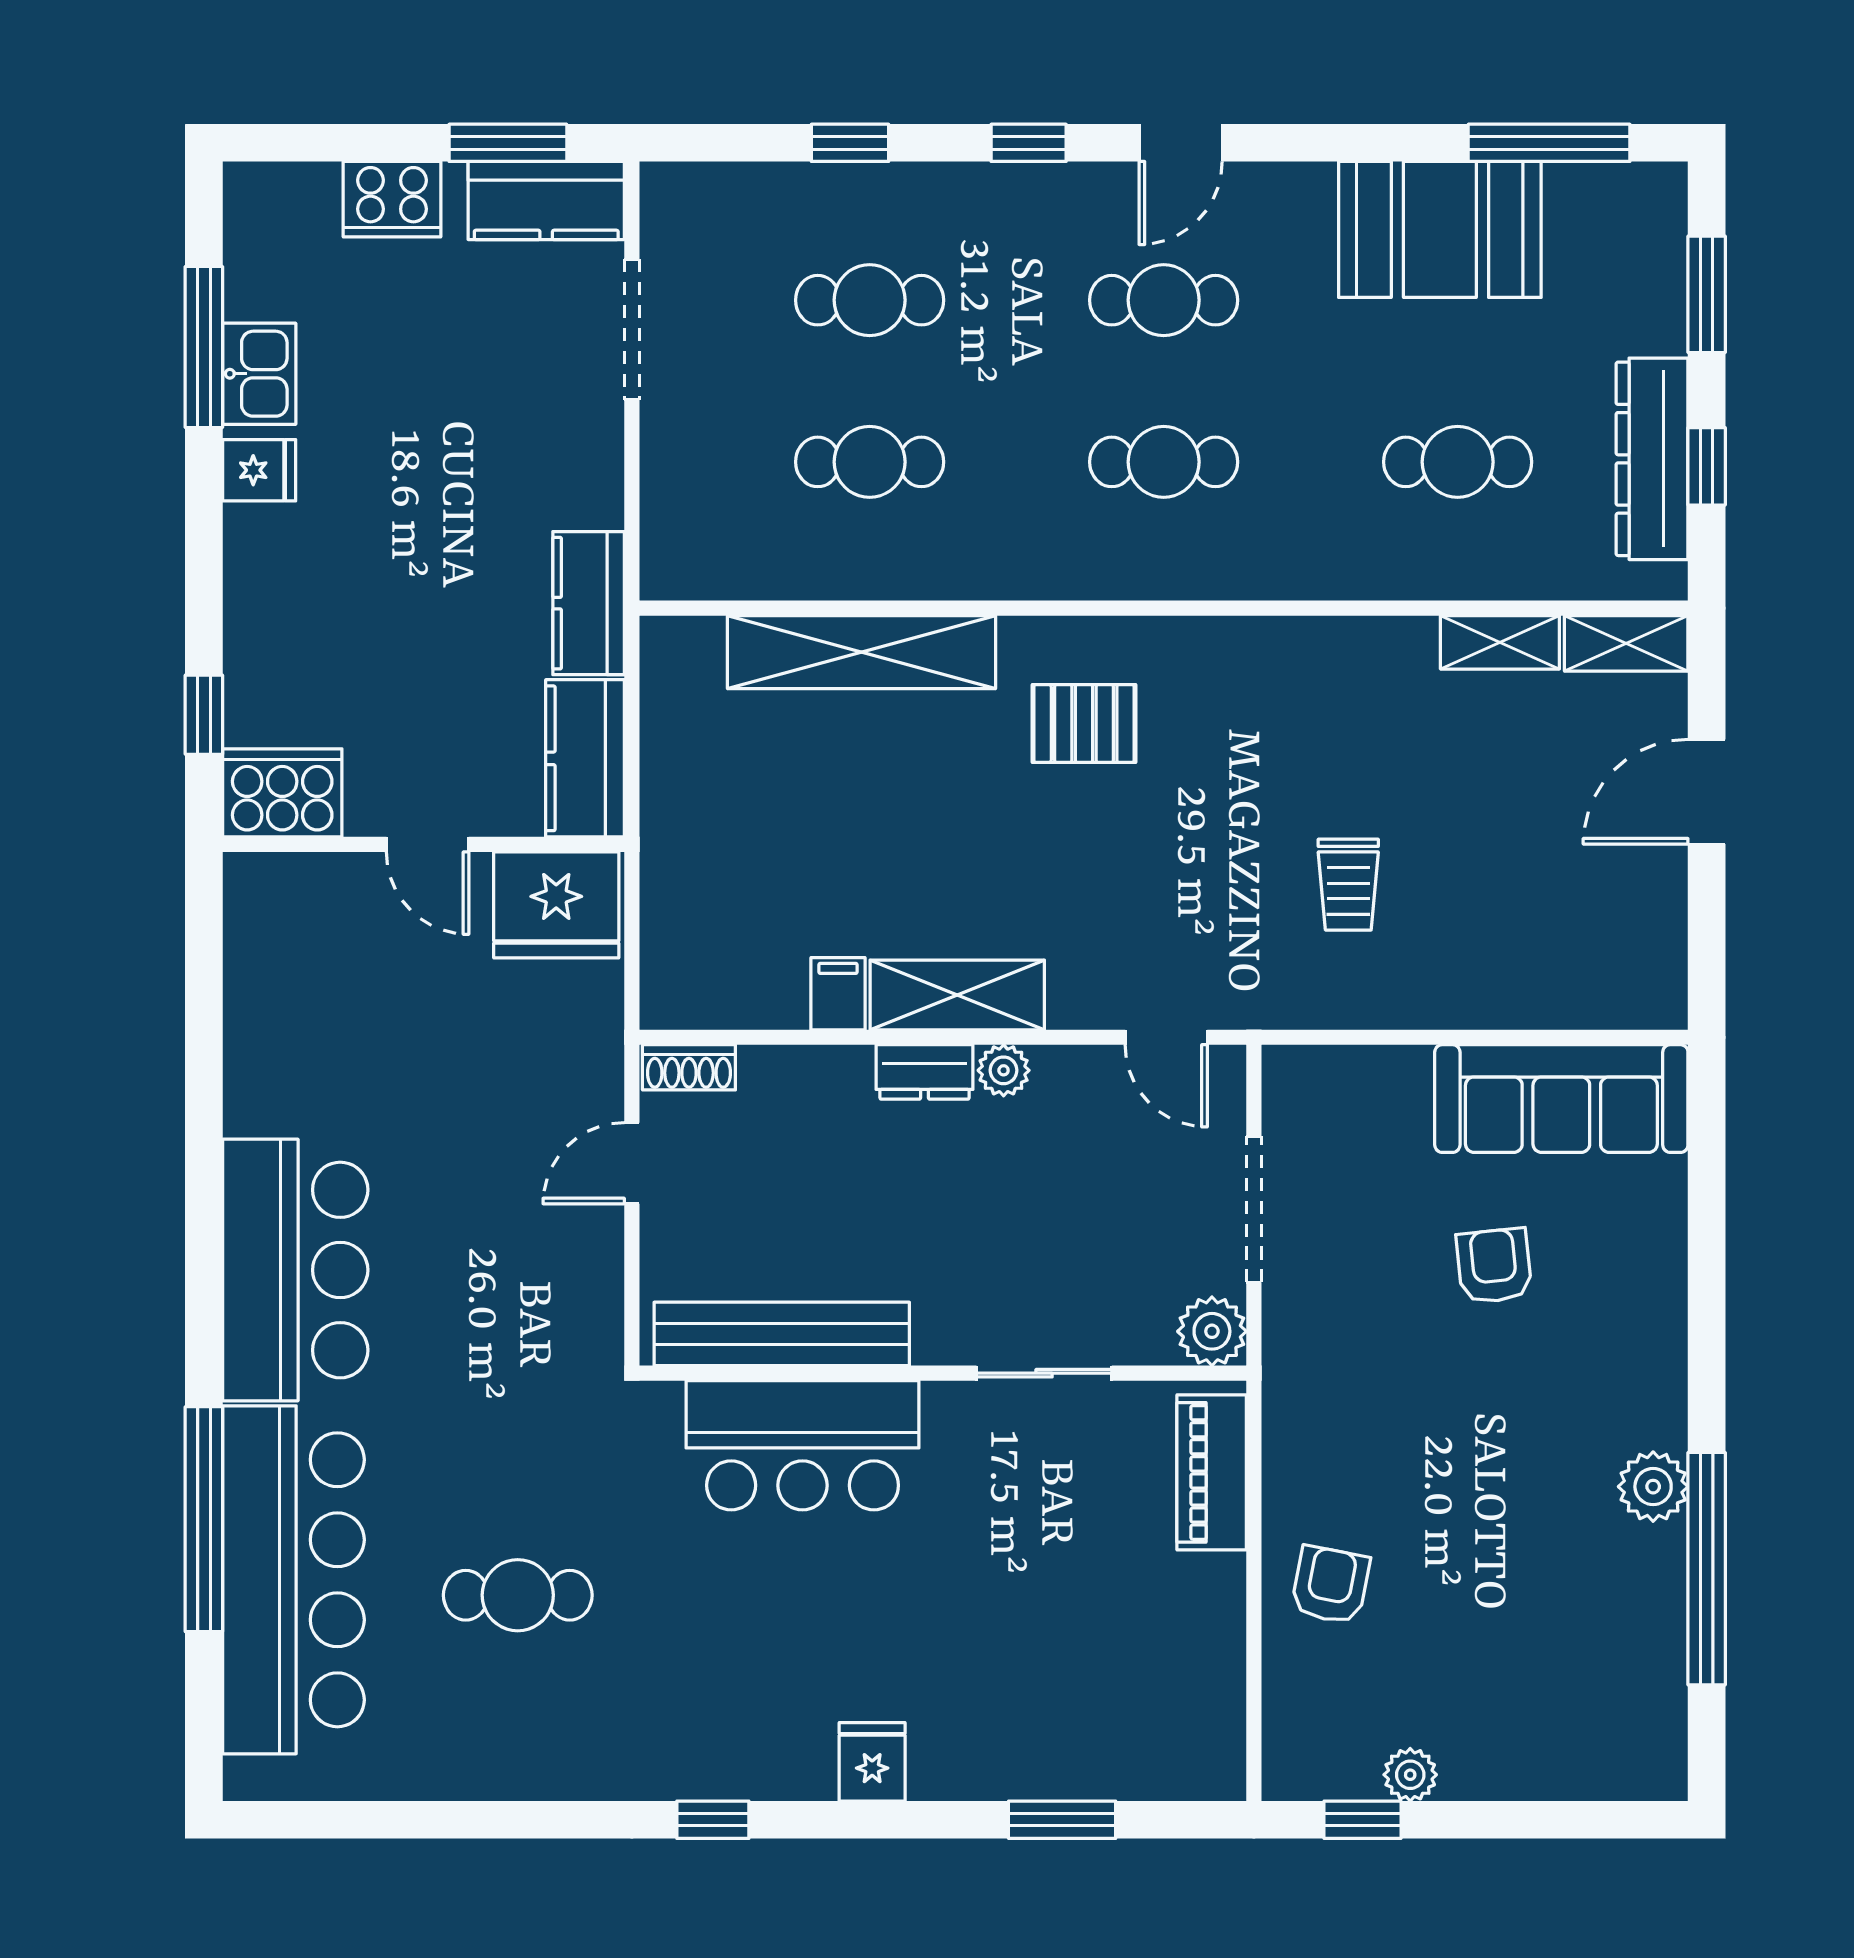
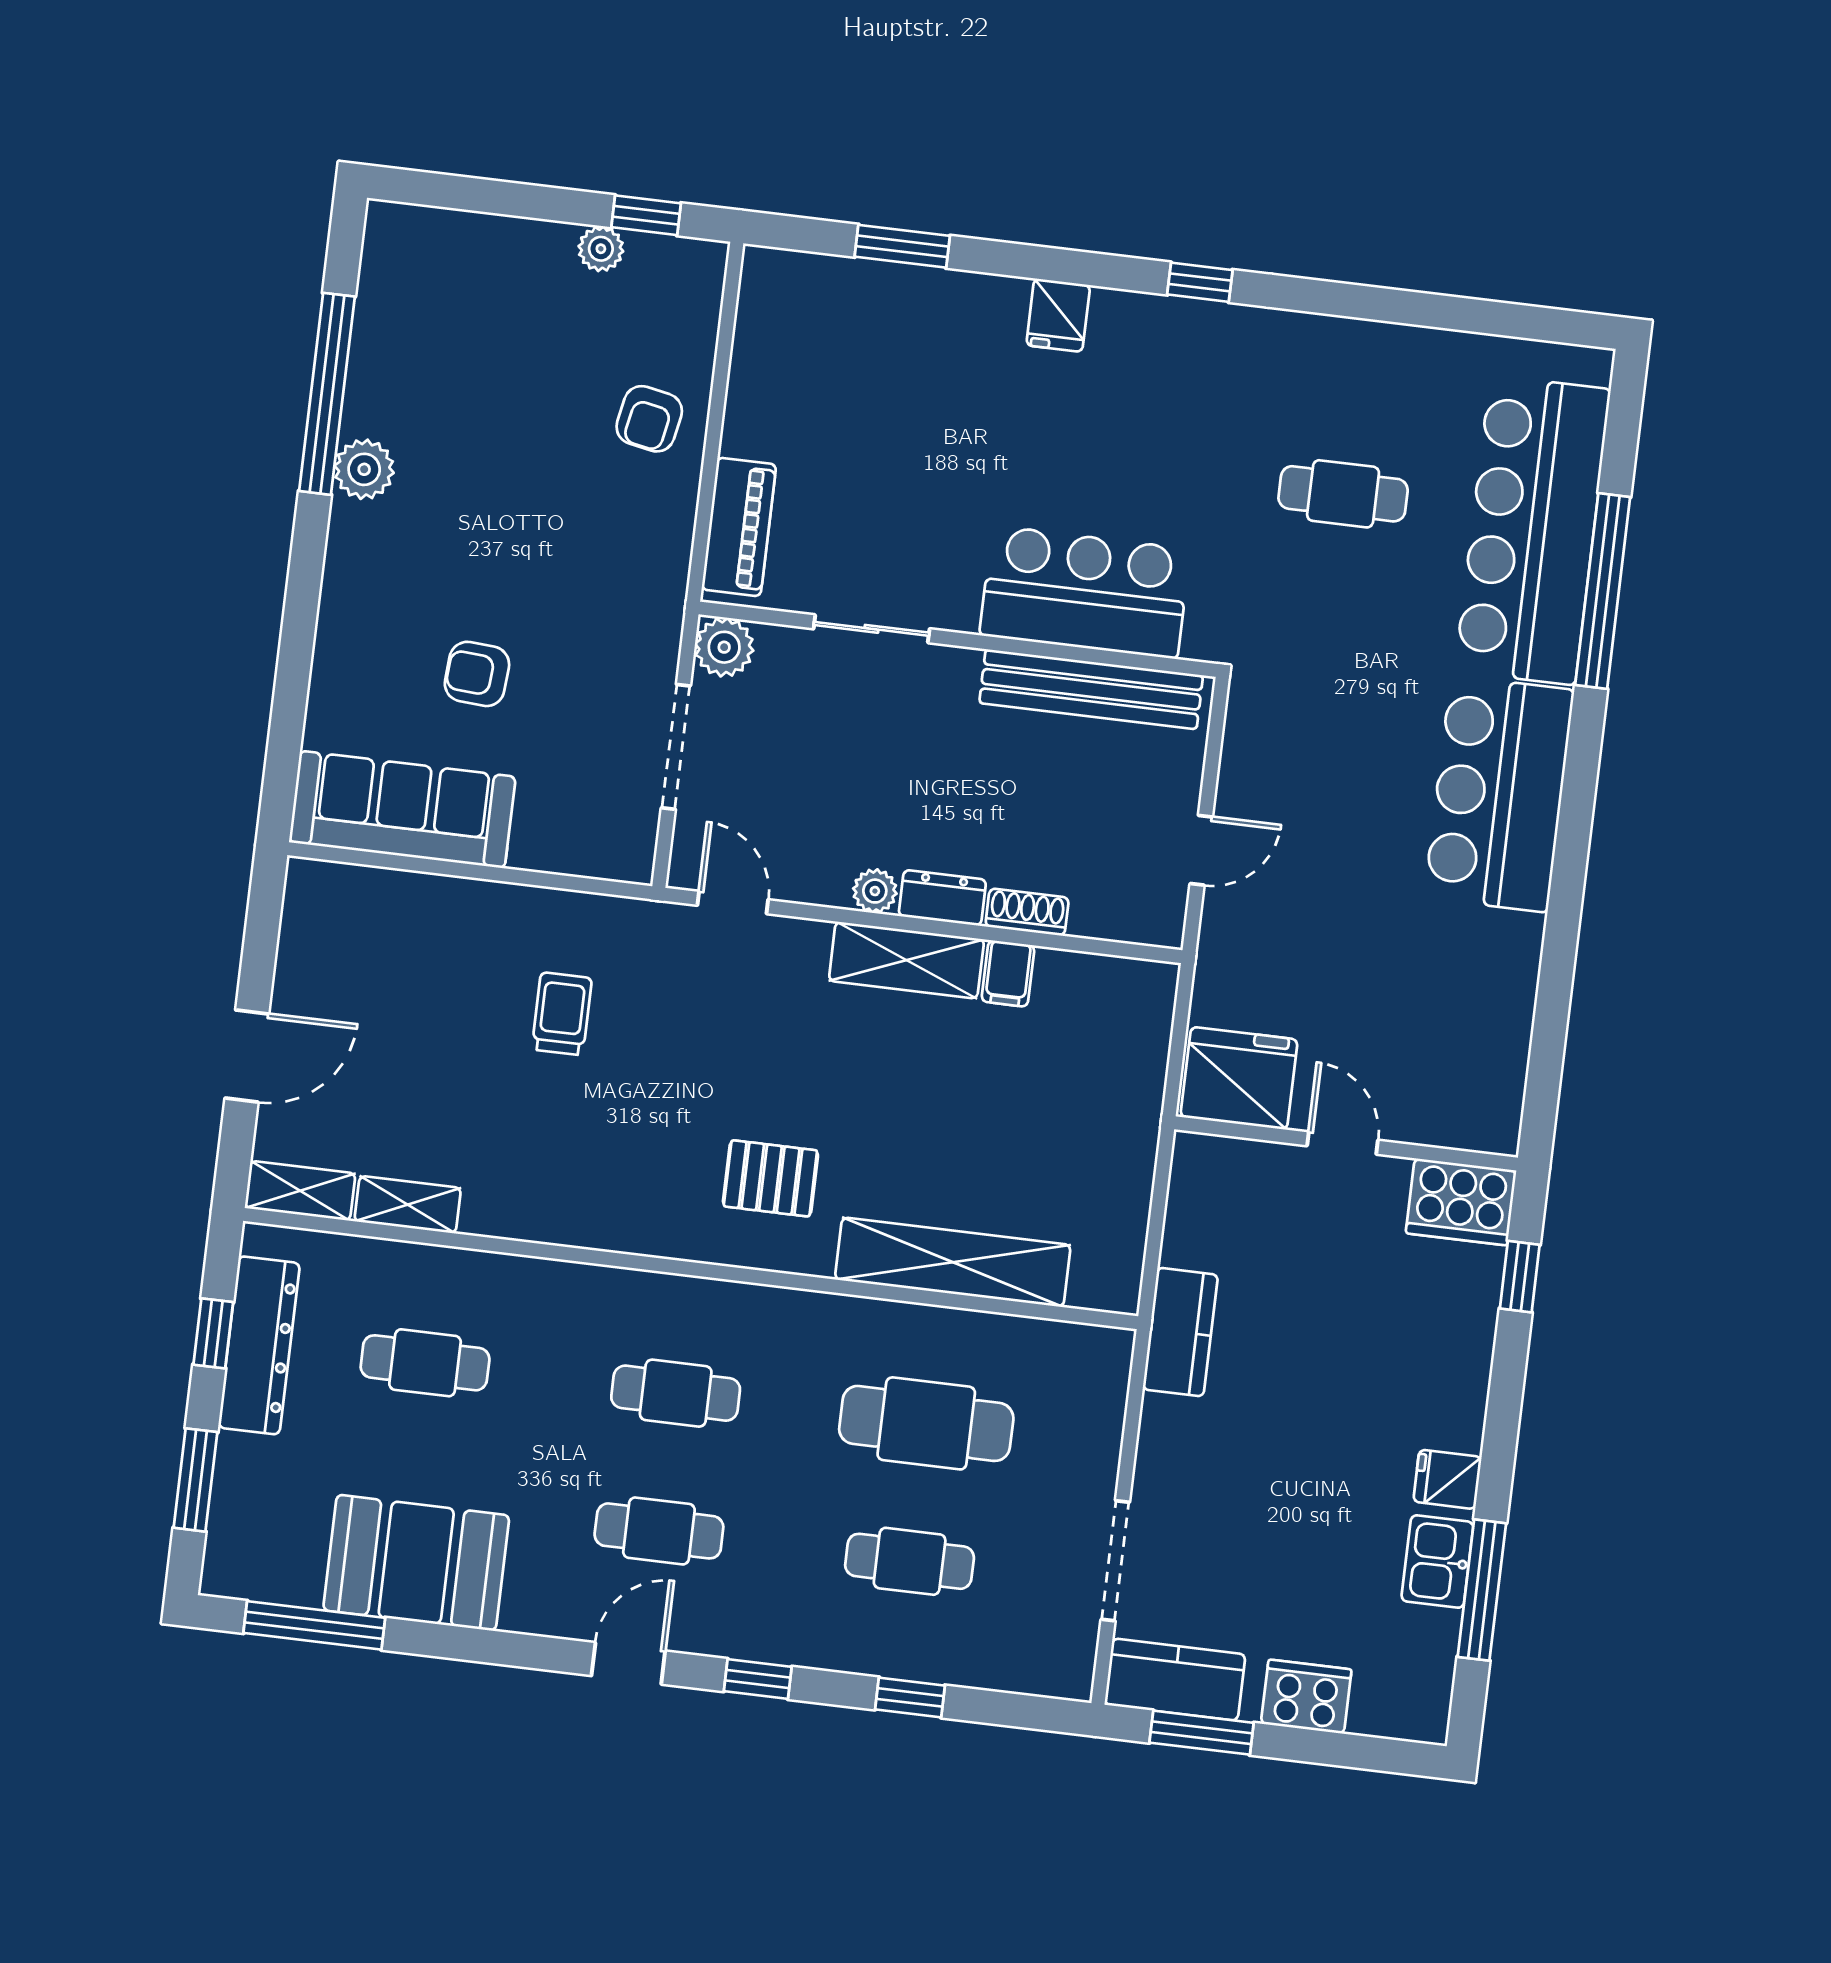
cafe table: (870, 462) -> (926, 1423), width x1.37, depth x1.35
kitchen counter: (585, 758) -> (1199, 1200), removed
shoe rack: (689, 1067) -> (1027, 912), moved
armchair: (1494, 1266) -> (477, 674), turned 100

